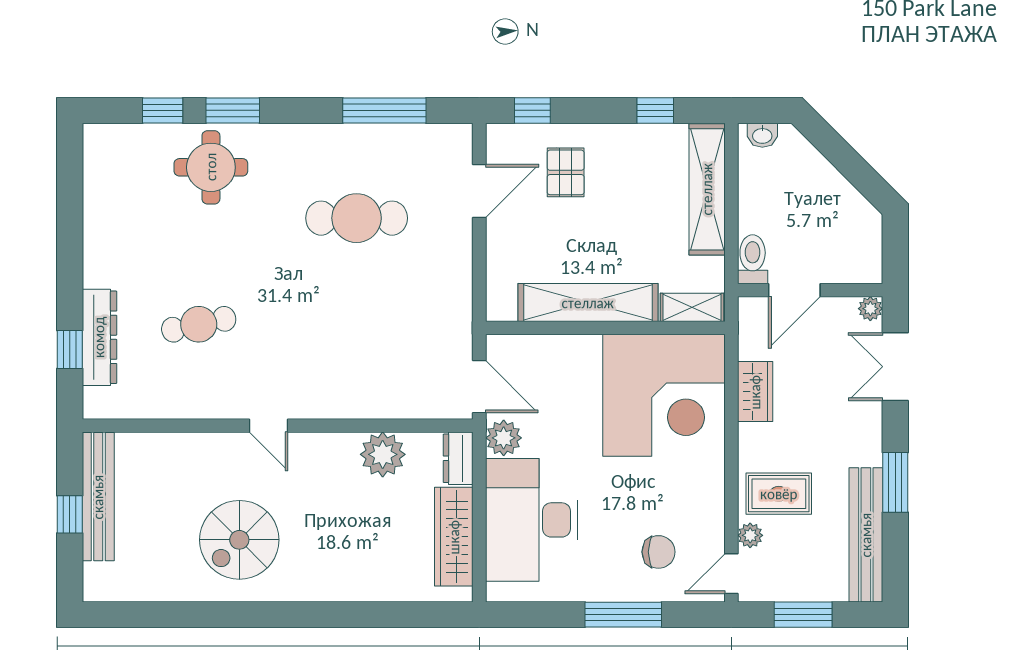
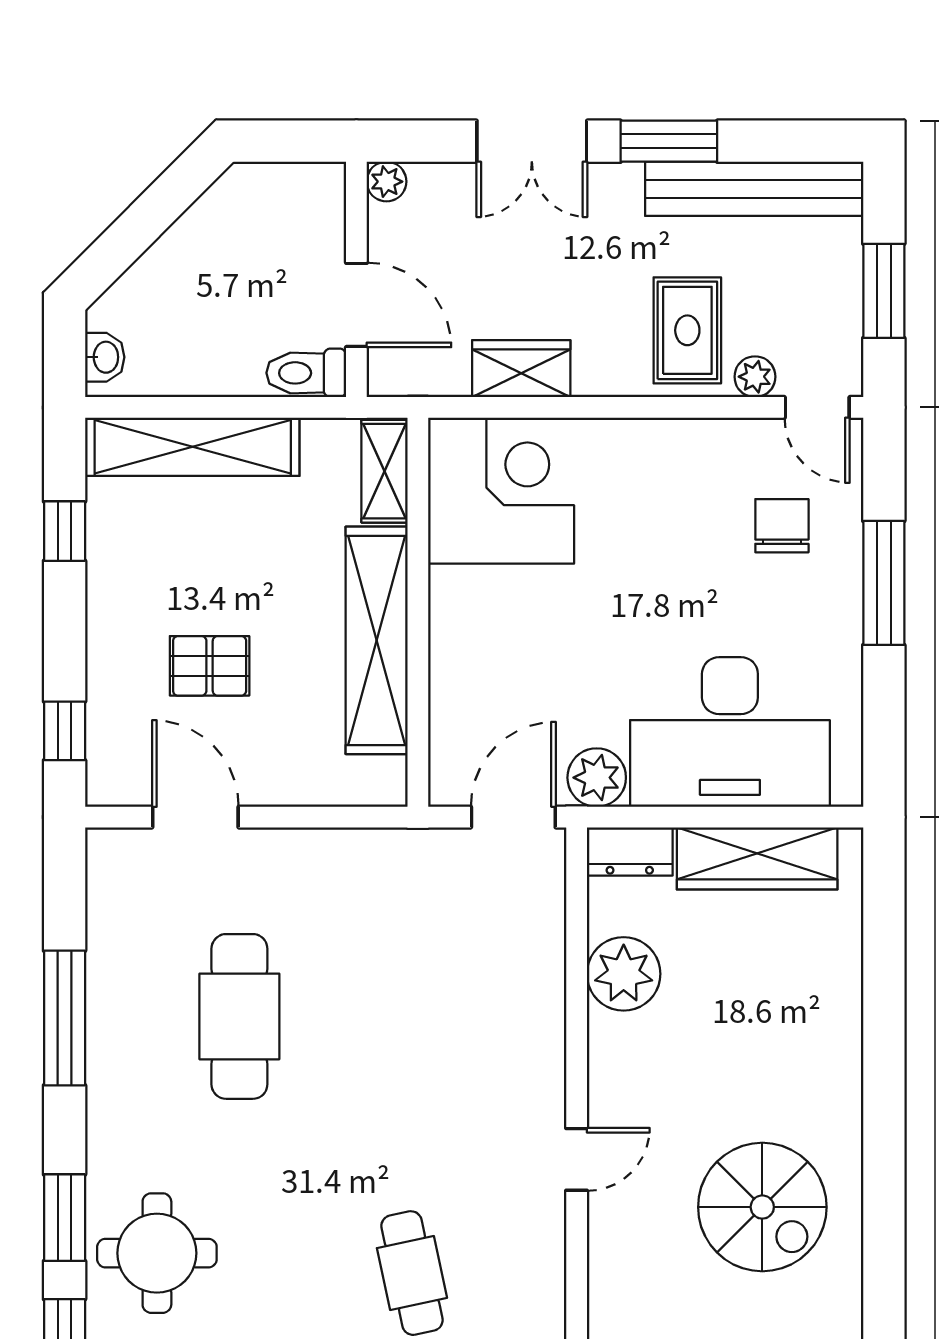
window: (384, 110) -> (65, 1018), moved
pallet: (566, 172) -> (210, 666), moved
double door: (895, 367) -> (532, 141), moved
corner desk: (664, 395) -> (501, 491), width x0.74, depth x0.74

